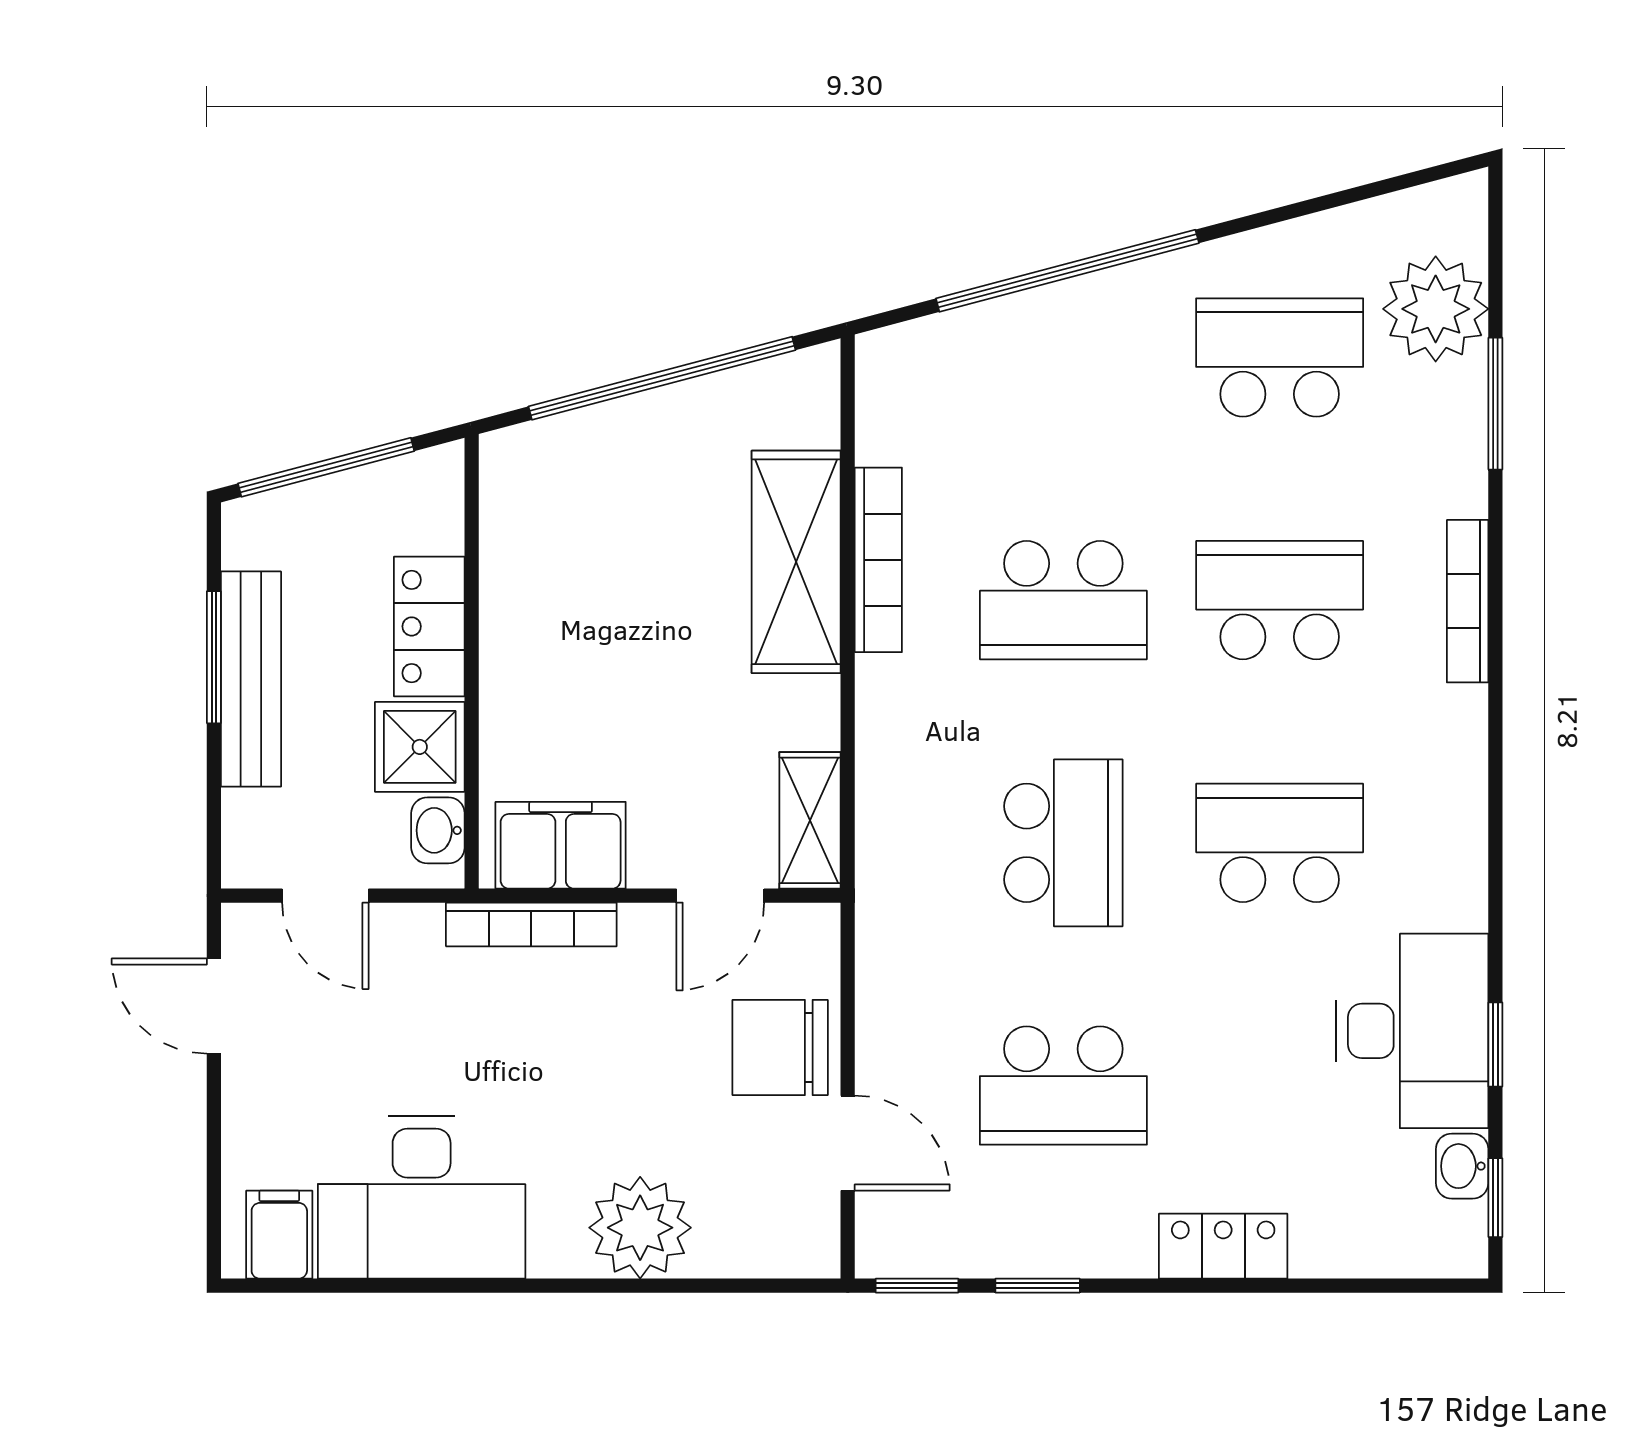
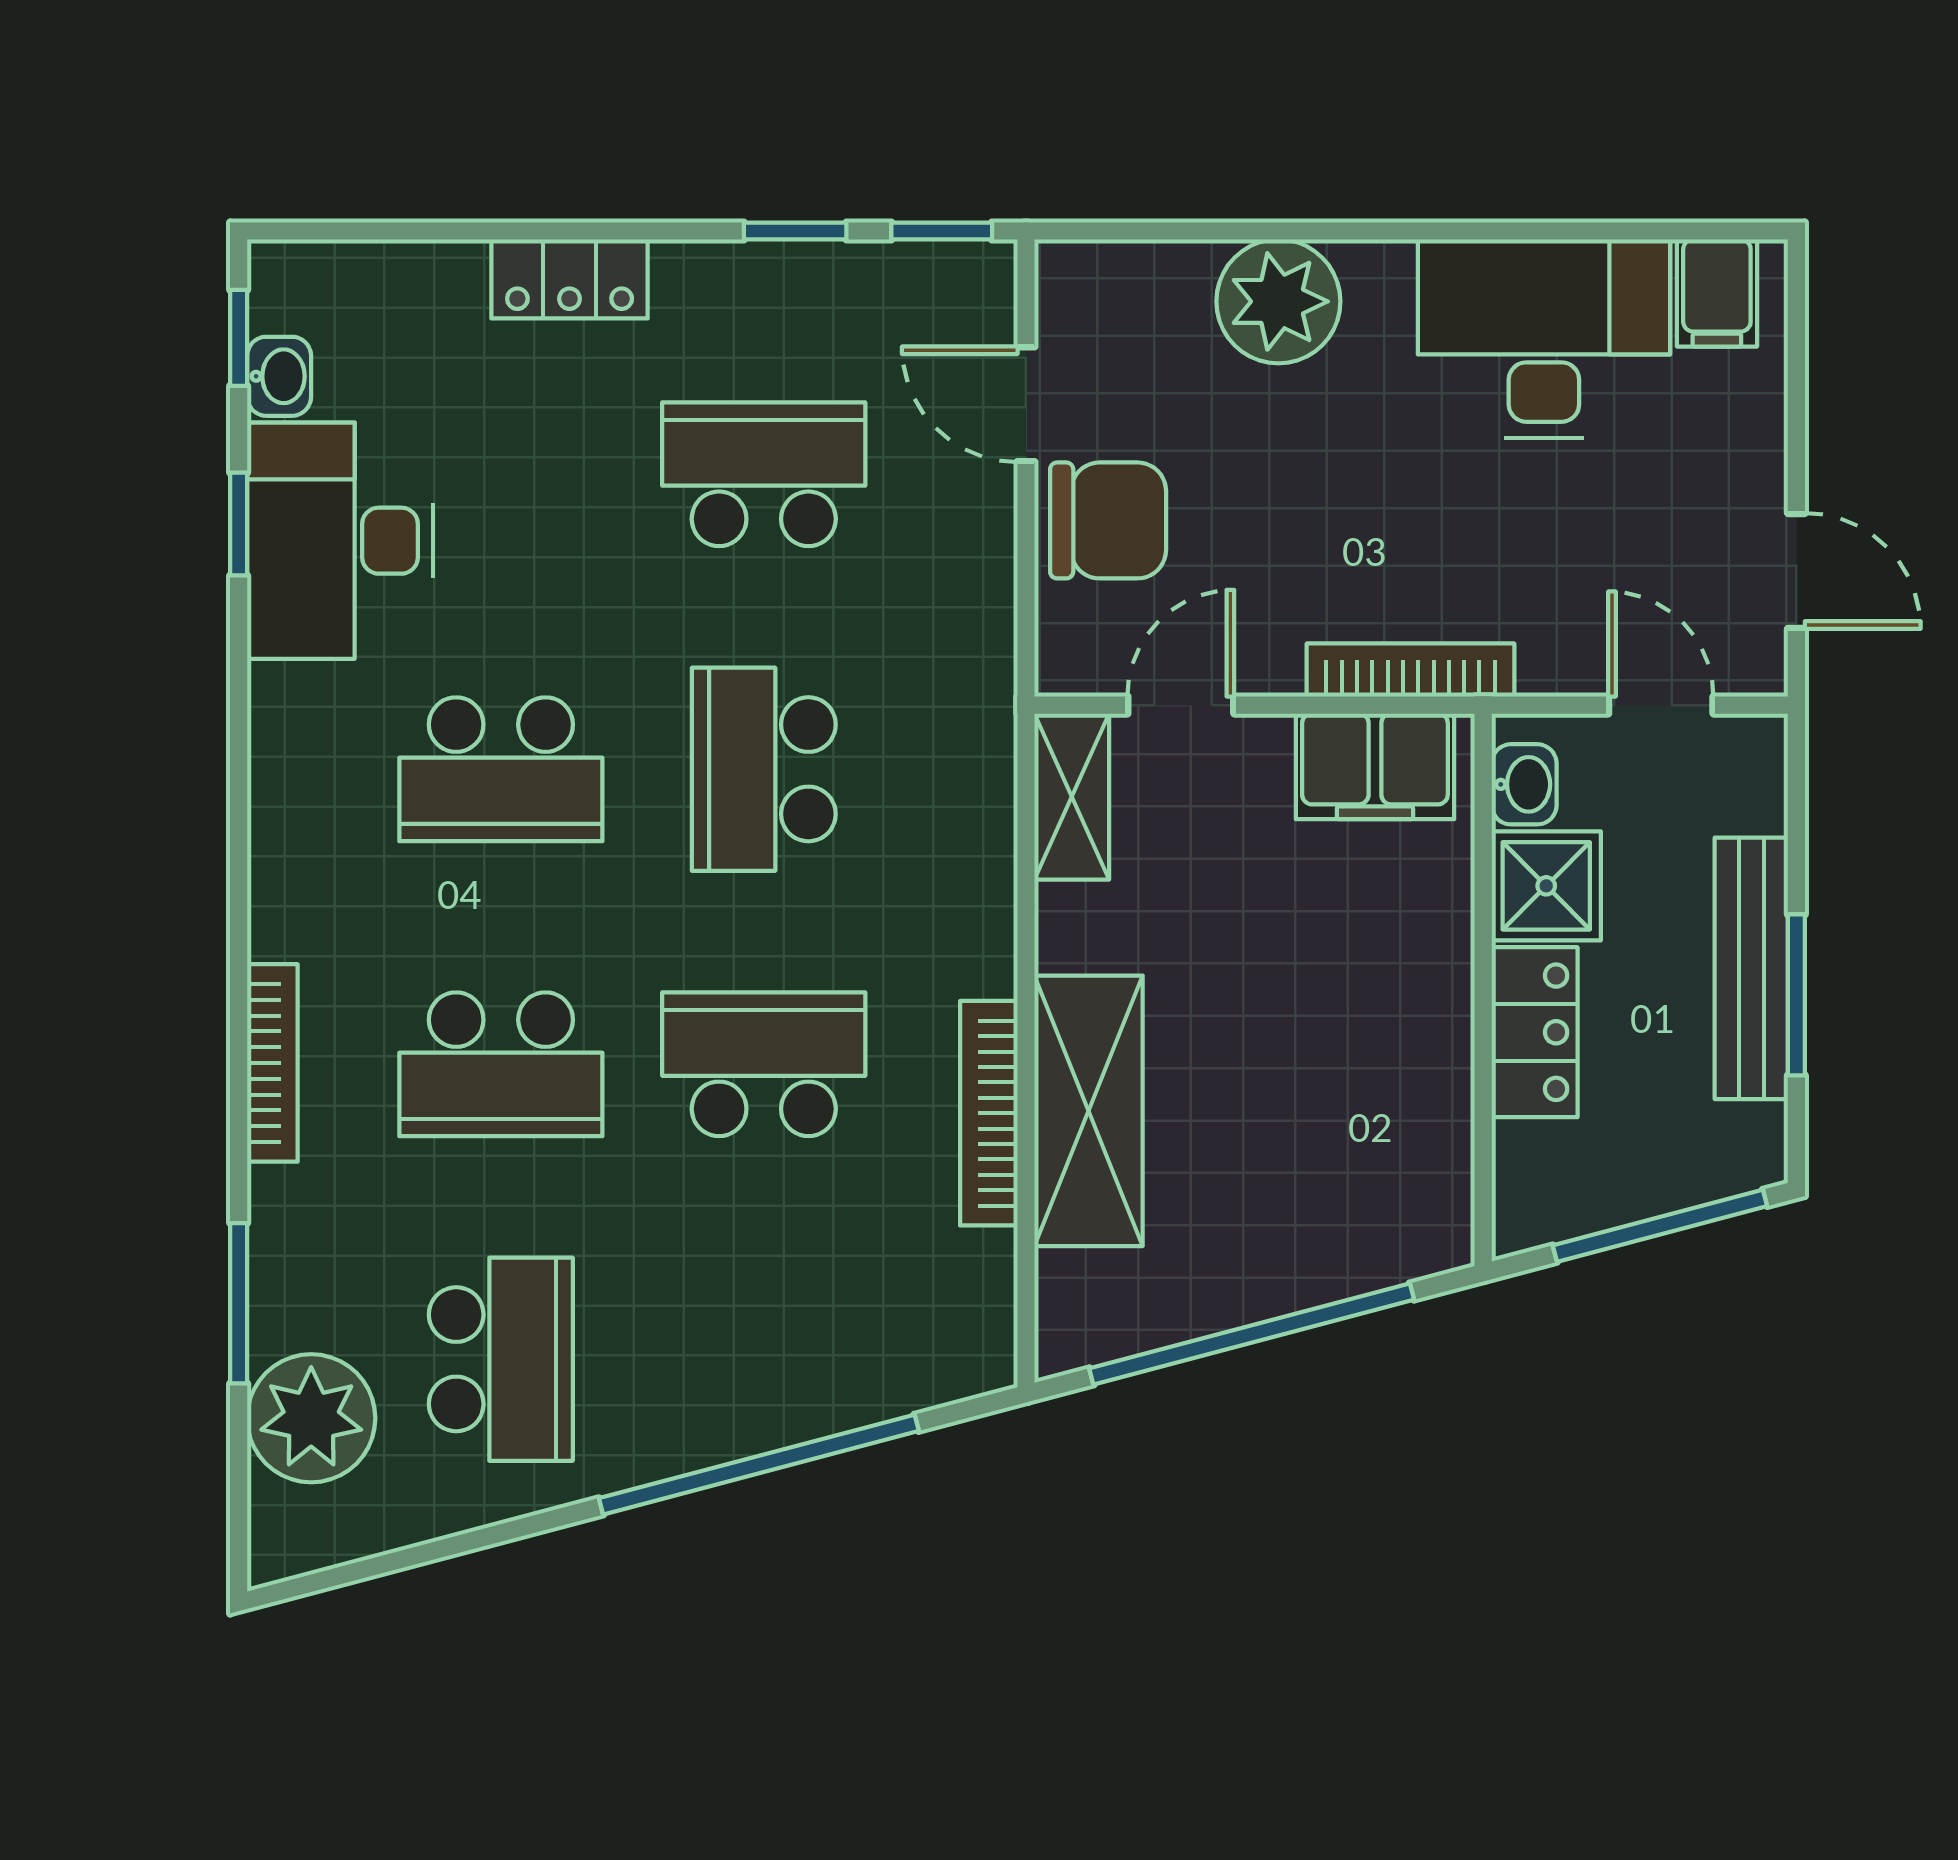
school desk: (1280, 357) -> (501, 1359), turned -90

